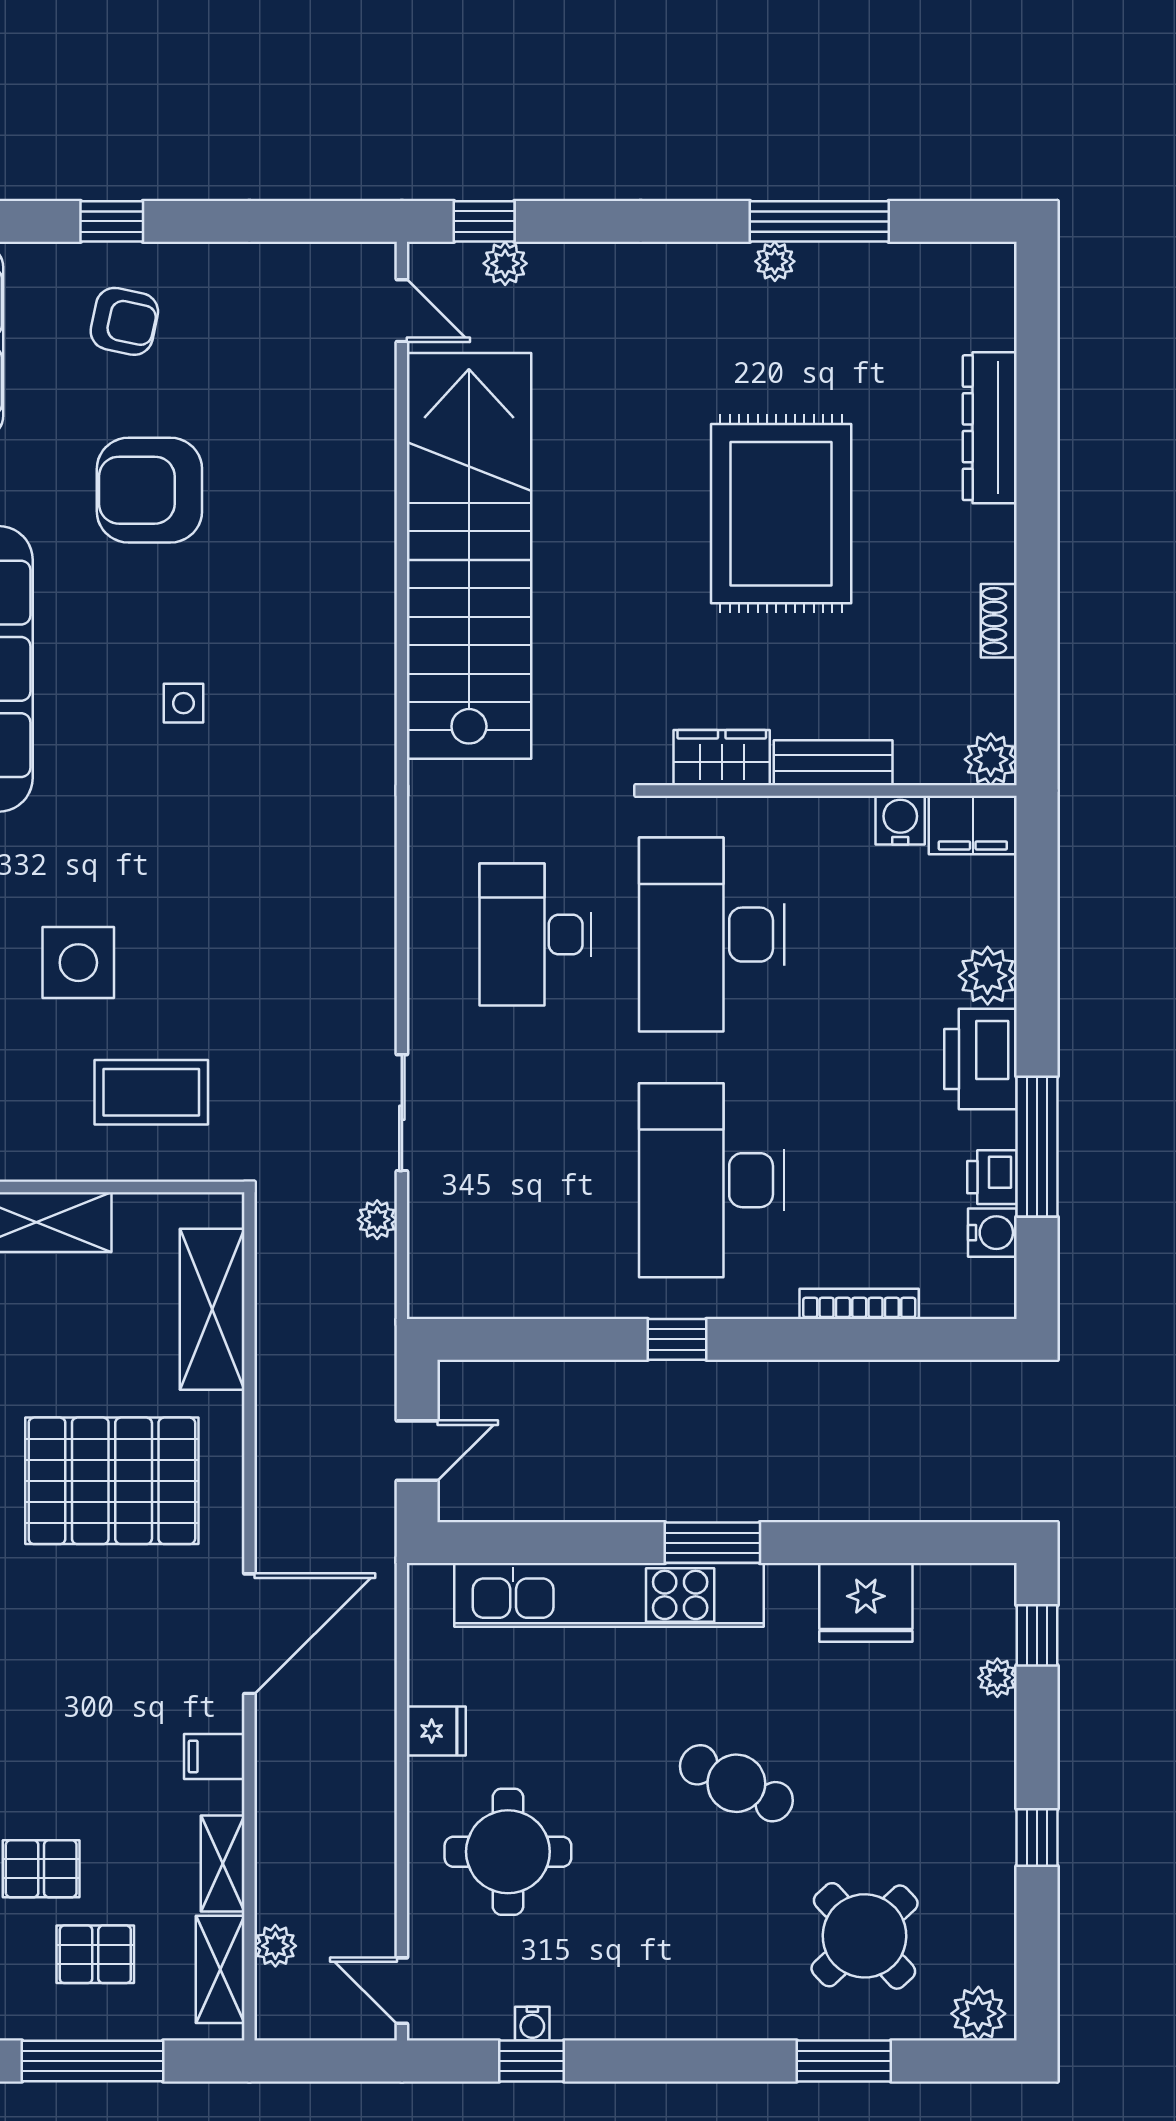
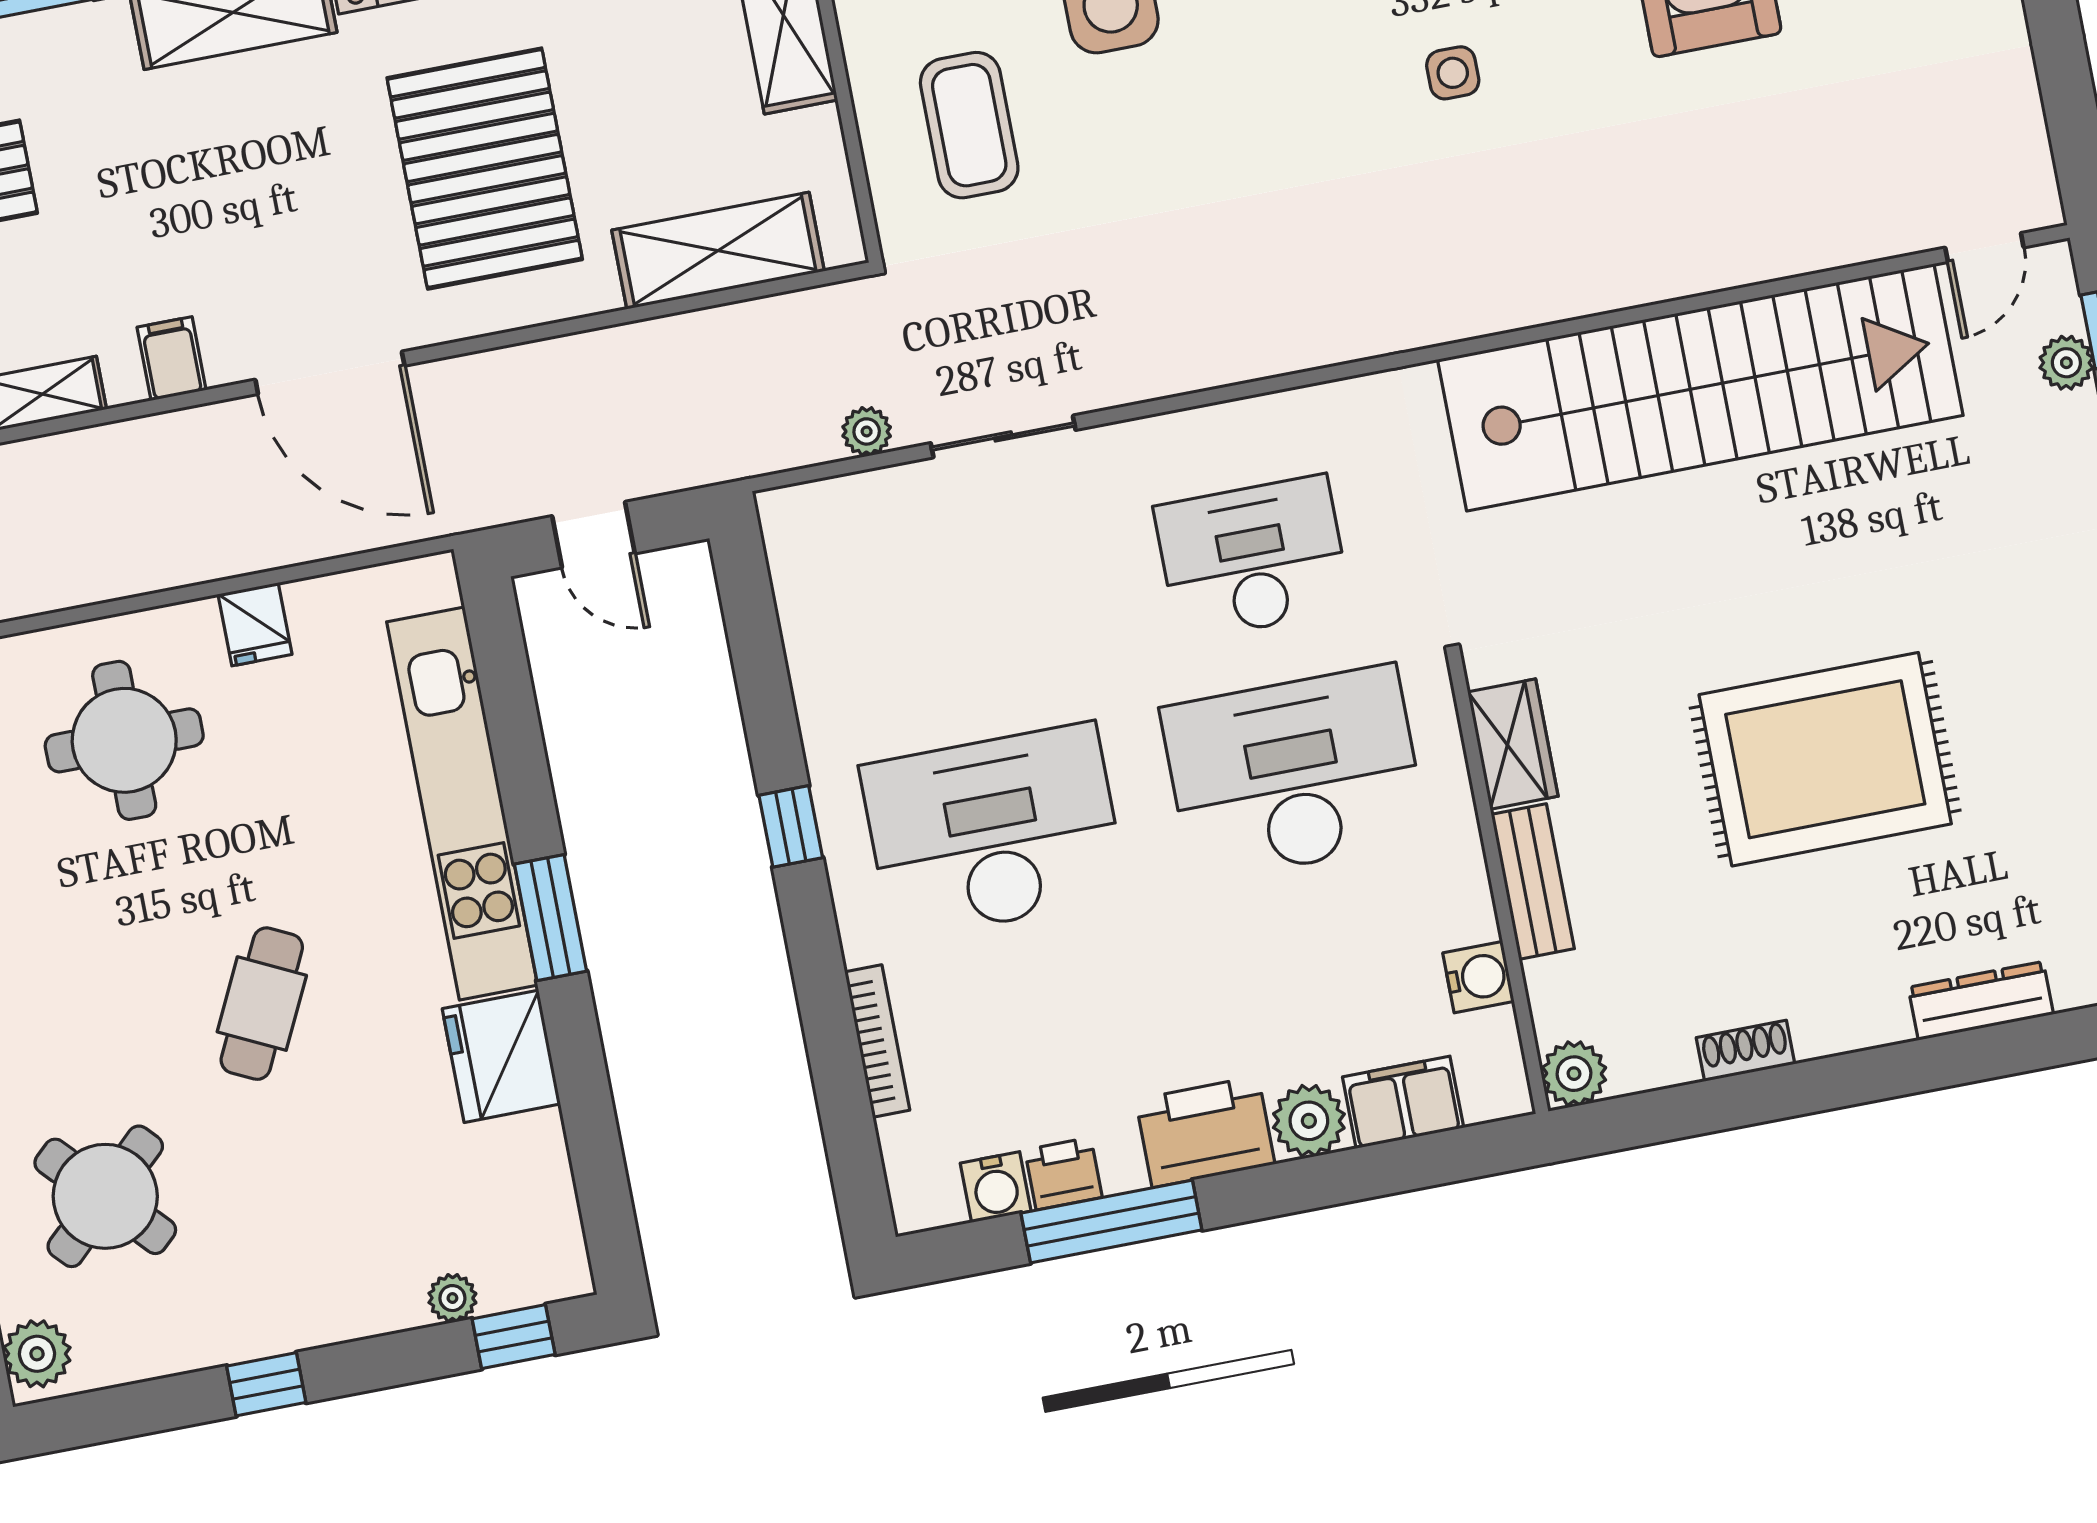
dresser: (990, 428) -> (1981, 1001), width x0.73, depth x0.80
filing cabinet: (973, 825) -> (1403, 1102), moved, turned 90
fridge: (866, 1602) -> (501, 1056), moved

